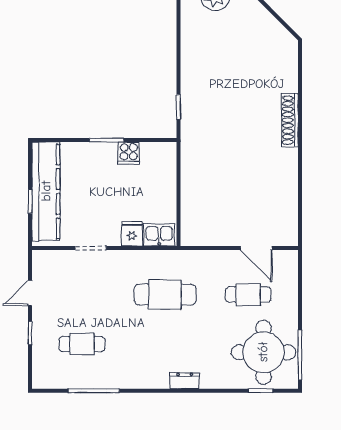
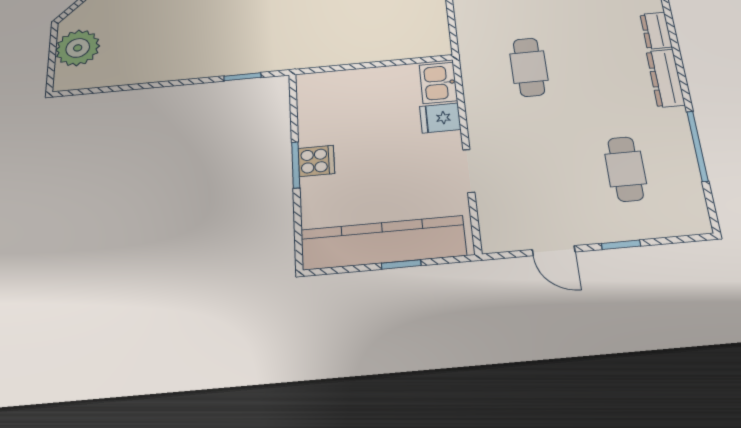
cooker: (129, 153) -> (316, 161), moved
cafe table: (165, 295) -> (529, 67), width x0.73, depth x0.74
dresser: (147, 380) -> (665, 78), added

